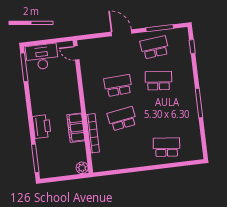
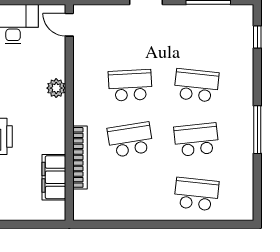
school desk: (154, 47) -> (196, 140), moved
filing cabinet: (76, 128) -> (54, 177), moved
plant: (82, 168) -> (56, 88), moved

